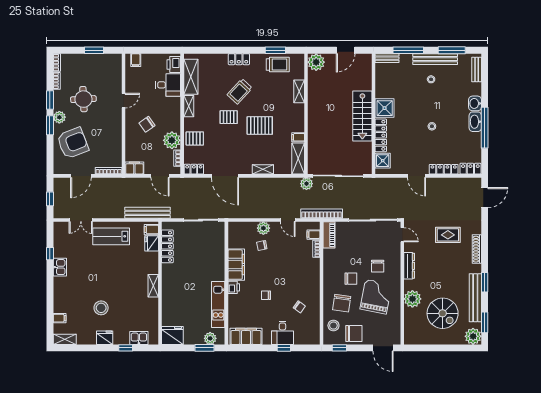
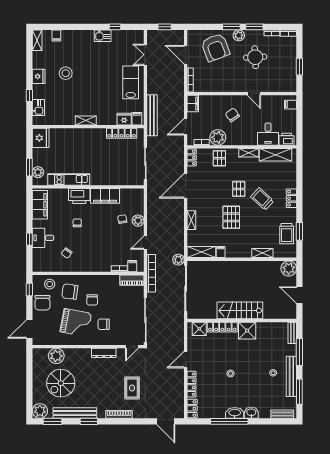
printer: (234, 287) -> (79, 196), width x1.87, depth x1.48
plant: (412, 299) -> (56, 356), moved

